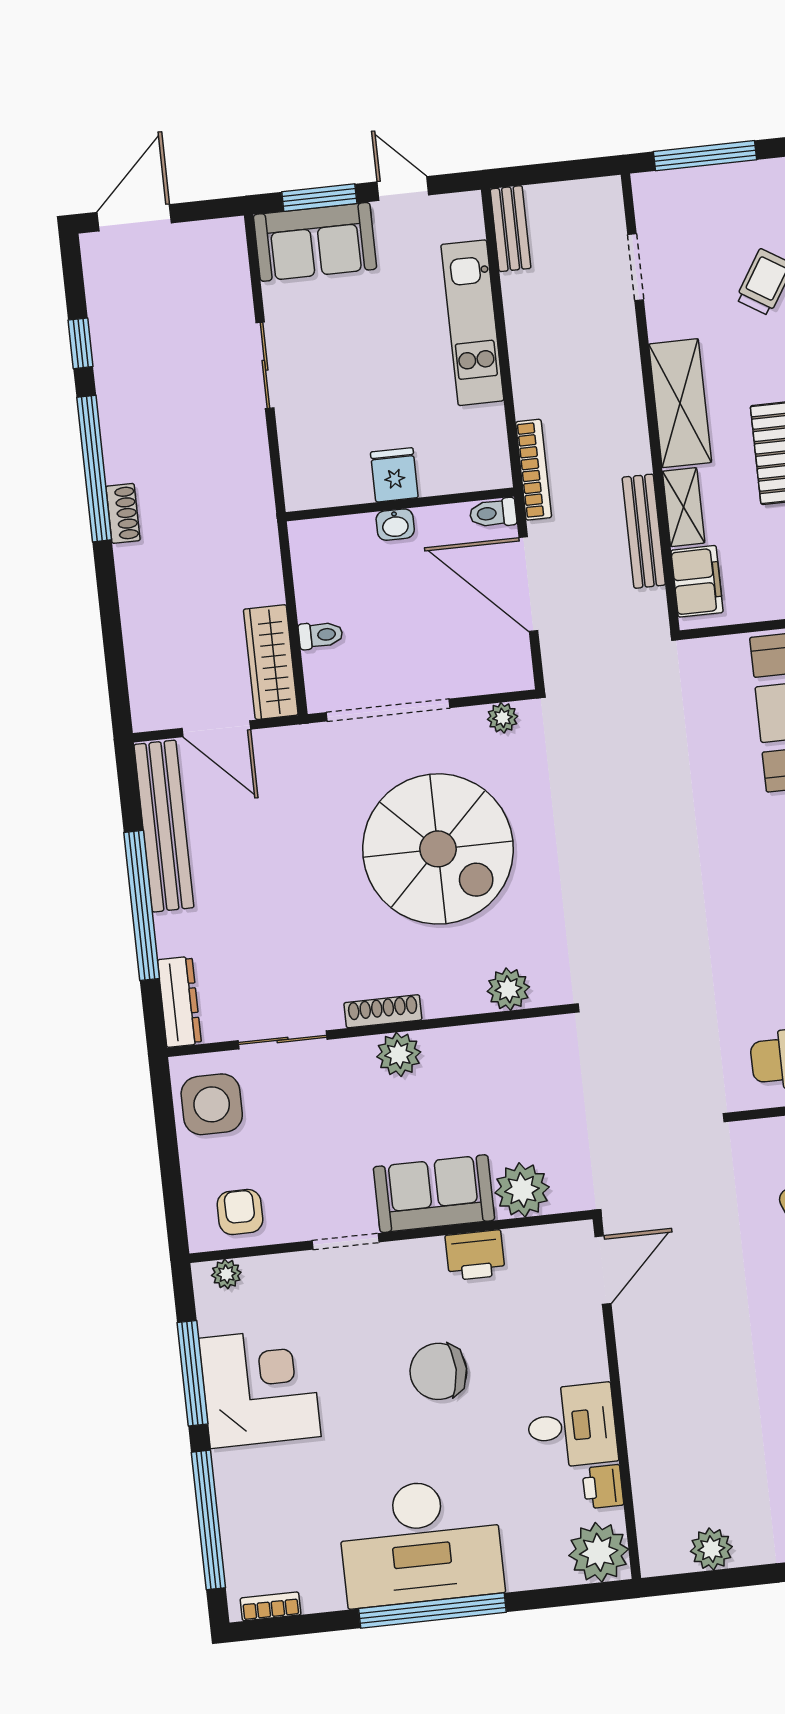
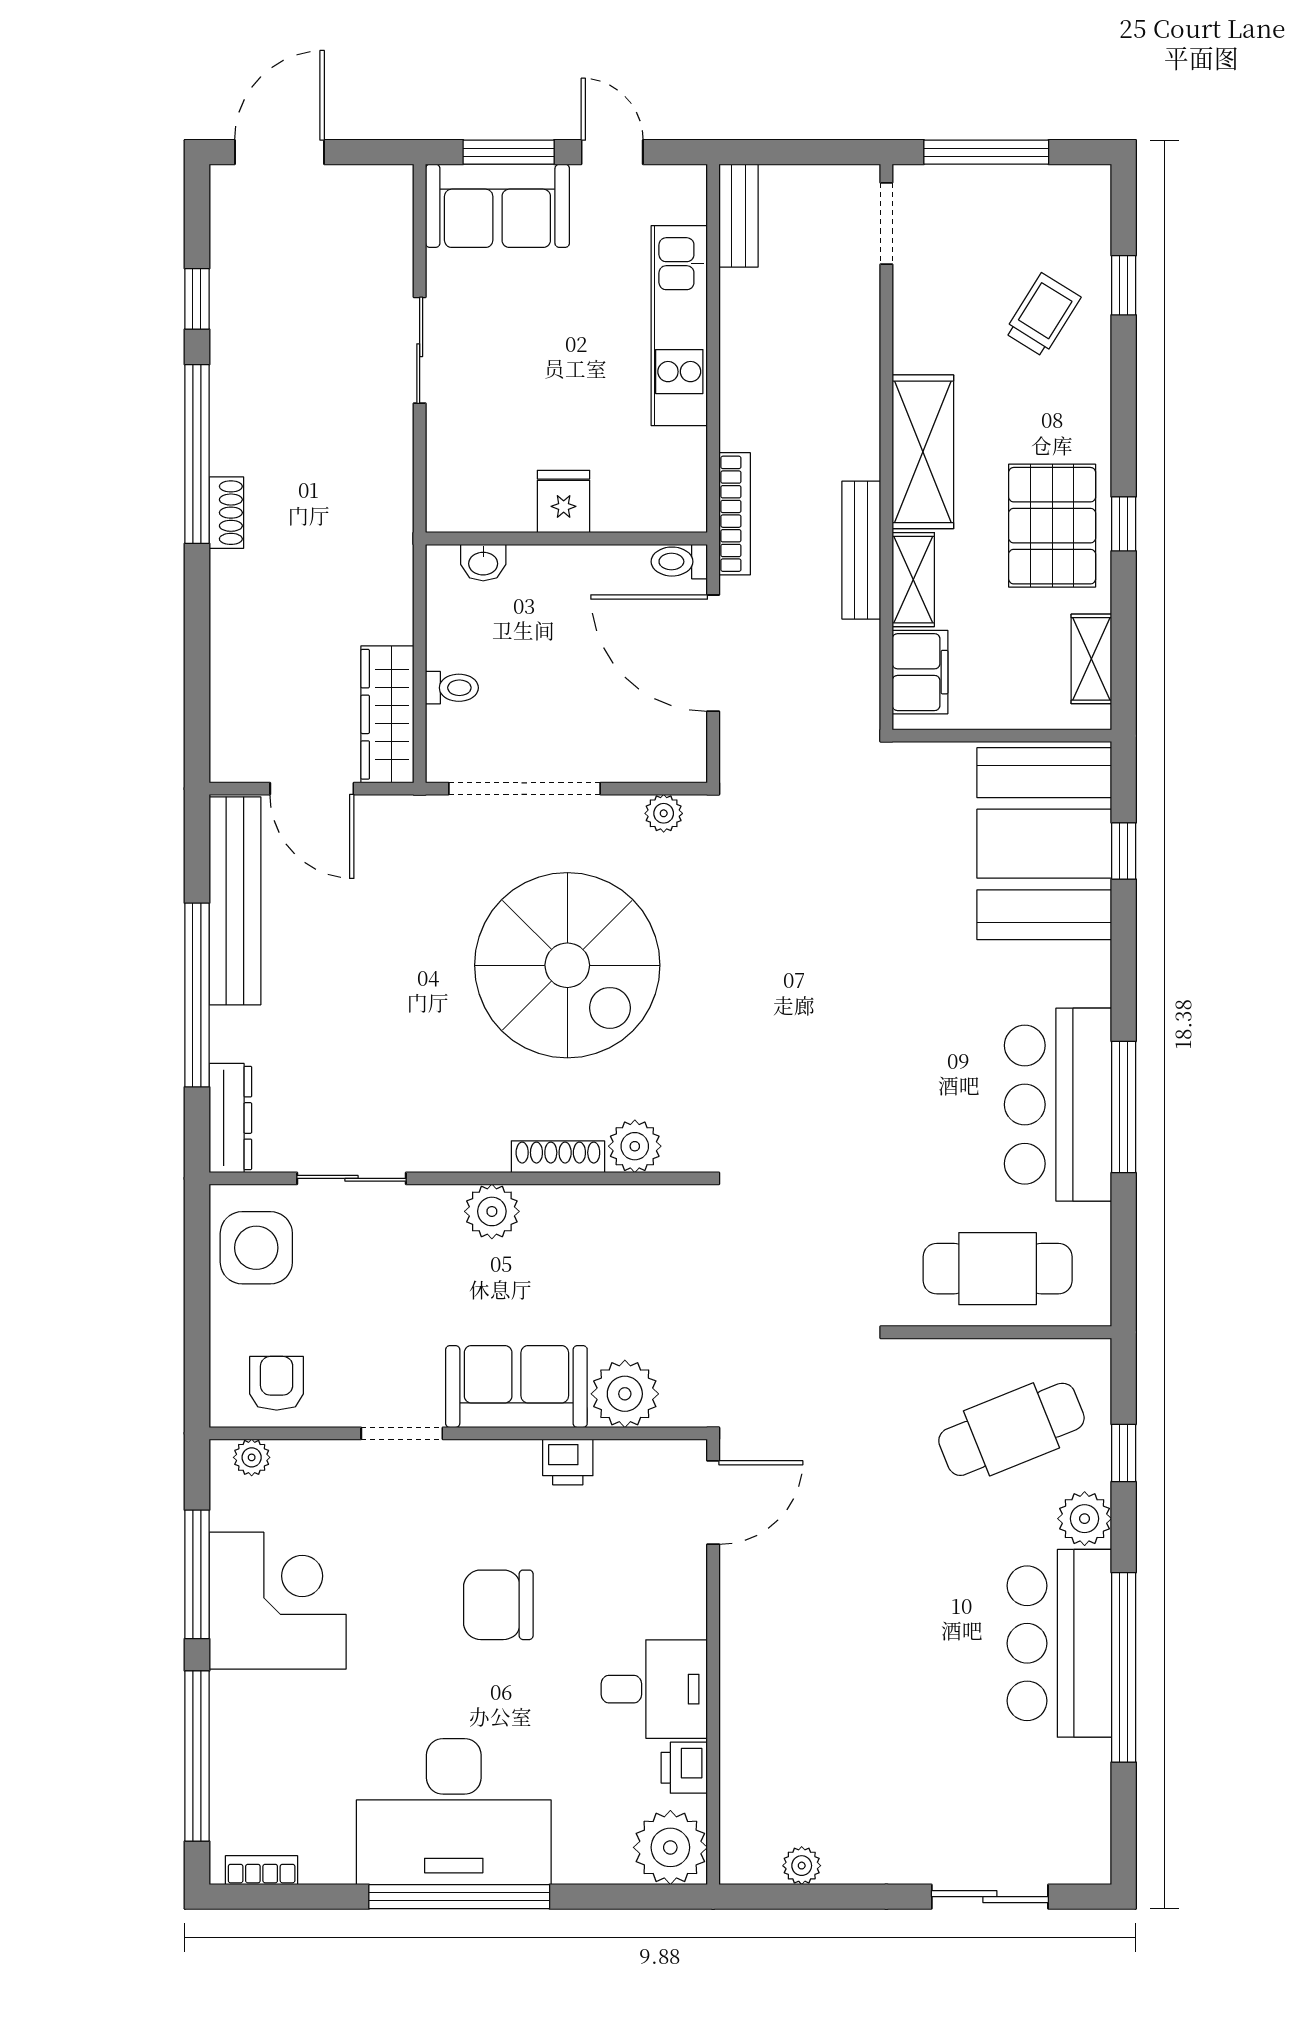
doorway: (636, 267) -> (886, 224), moved
washbasin: (395, 525) -> (483, 563), moved
bench: (644, 531) -> (861, 550), moved
shoe rack: (383, 1011) -> (558, 1157), moved
printer: (475, 1255) -> (568, 1462), width x0.73, depth x0.81
plant: (711, 1549) -> (802, 1866), width x0.73, depth x0.73

